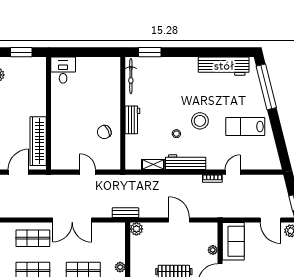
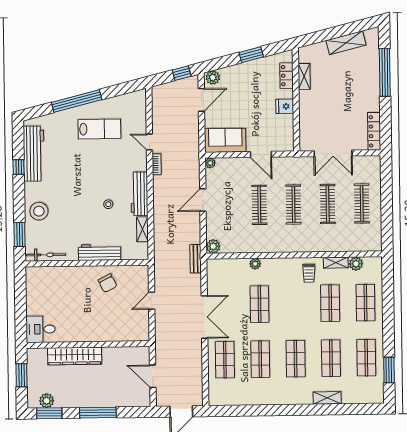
window: (212, 52) -> (19, 167), added
window: (266, 87) -> (77, 101), moved
workbench: (132, 120) -> (100, 252), width x1.37
stool: (200, 121) -> (39, 211), moved
lab bench: (245, 127) -> (99, 129), turned -90
wardrobe: (38, 141) -> (75, 356), moved
plant: (213, 250) -> (210, 163), moved

